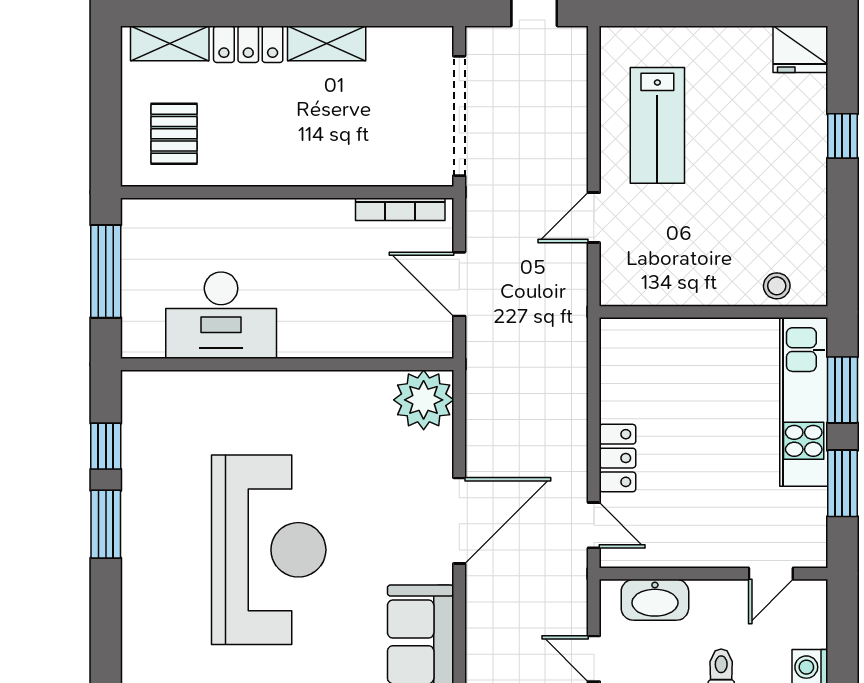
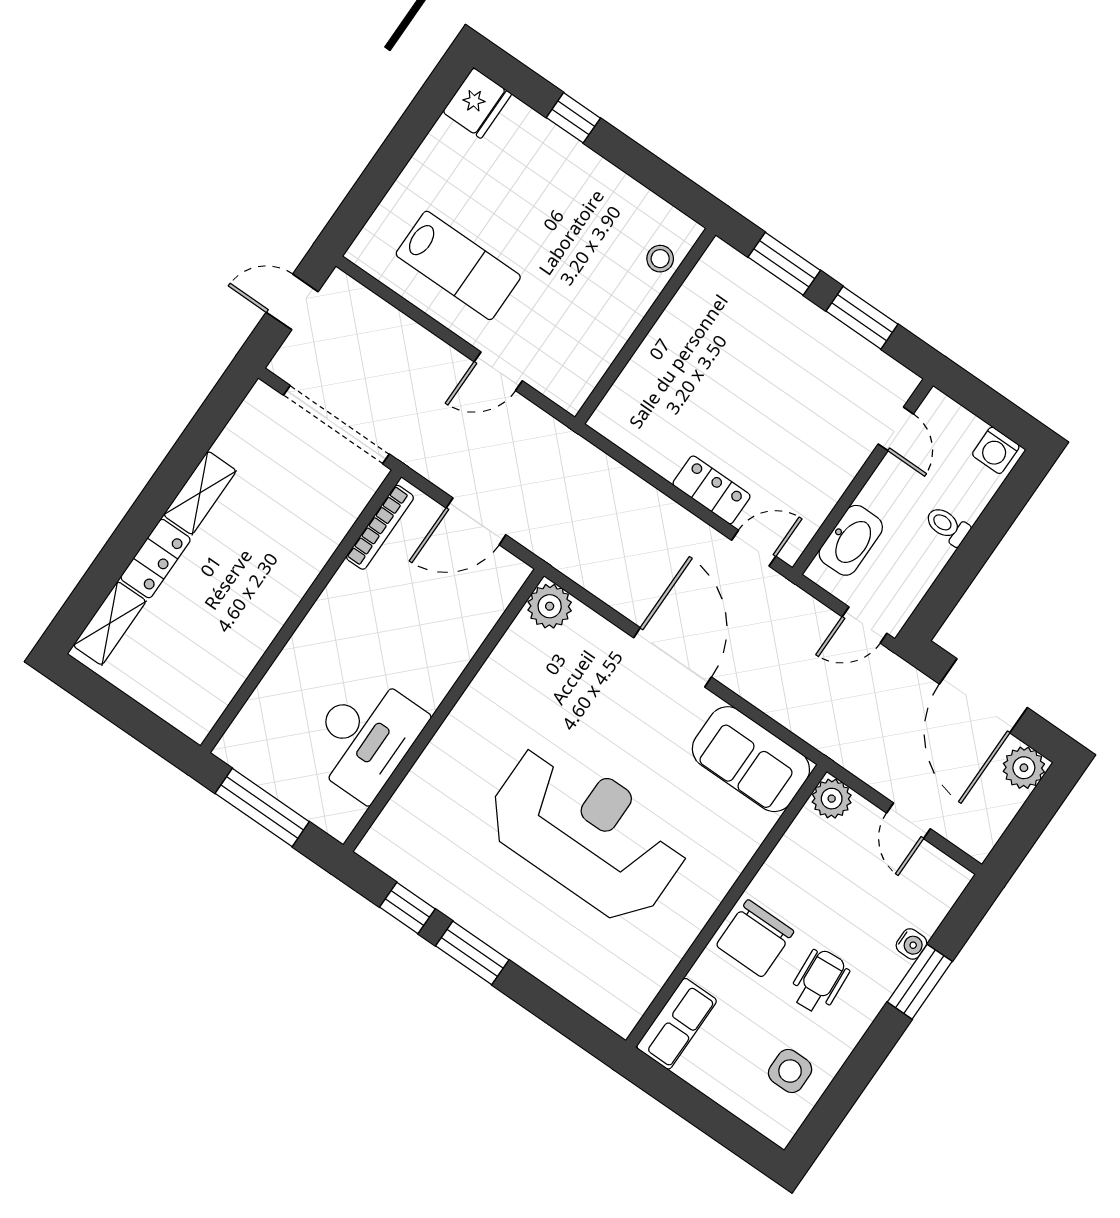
pallet: (174, 134) -> (187, 672), removed
door: (594, 218) -> (498, 371), hinge flipped
plant: (424, 400) -> (550, 606), width x0.73, depth x0.73
kitchen unit: (804, 402) -> (772, 303), removed

